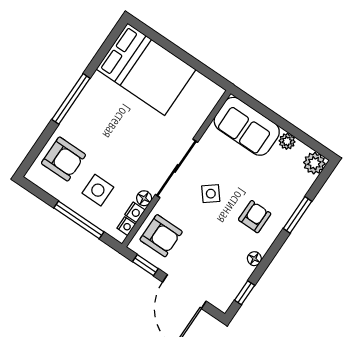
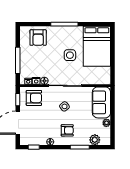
plant: (314, 163) -> (95, 140), moved
side table: (98, 190) -> (70, 55), moved
armchair: (161, 236) -> (34, 98), turned -90

